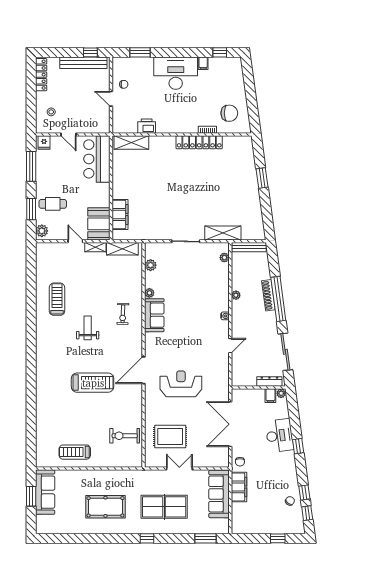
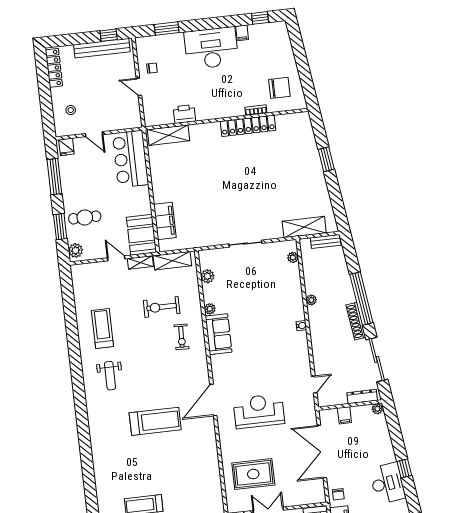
shelving: (223, 233) -> (304, 227), moved
bench: (249, 247) -> (326, 241), width x0.73
shoe rack: (268, 295) -> (356, 321), moved
weight bench: (88, 328) -> (110, 376), moved, turned 180
door: (230, 346) -> (314, 385), moved
filing cabinet: (270, 396) -> (344, 415), moved
exercise bike: (125, 436) -> (162, 307), moved
desk: (280, 436) -> (387, 483), moved

